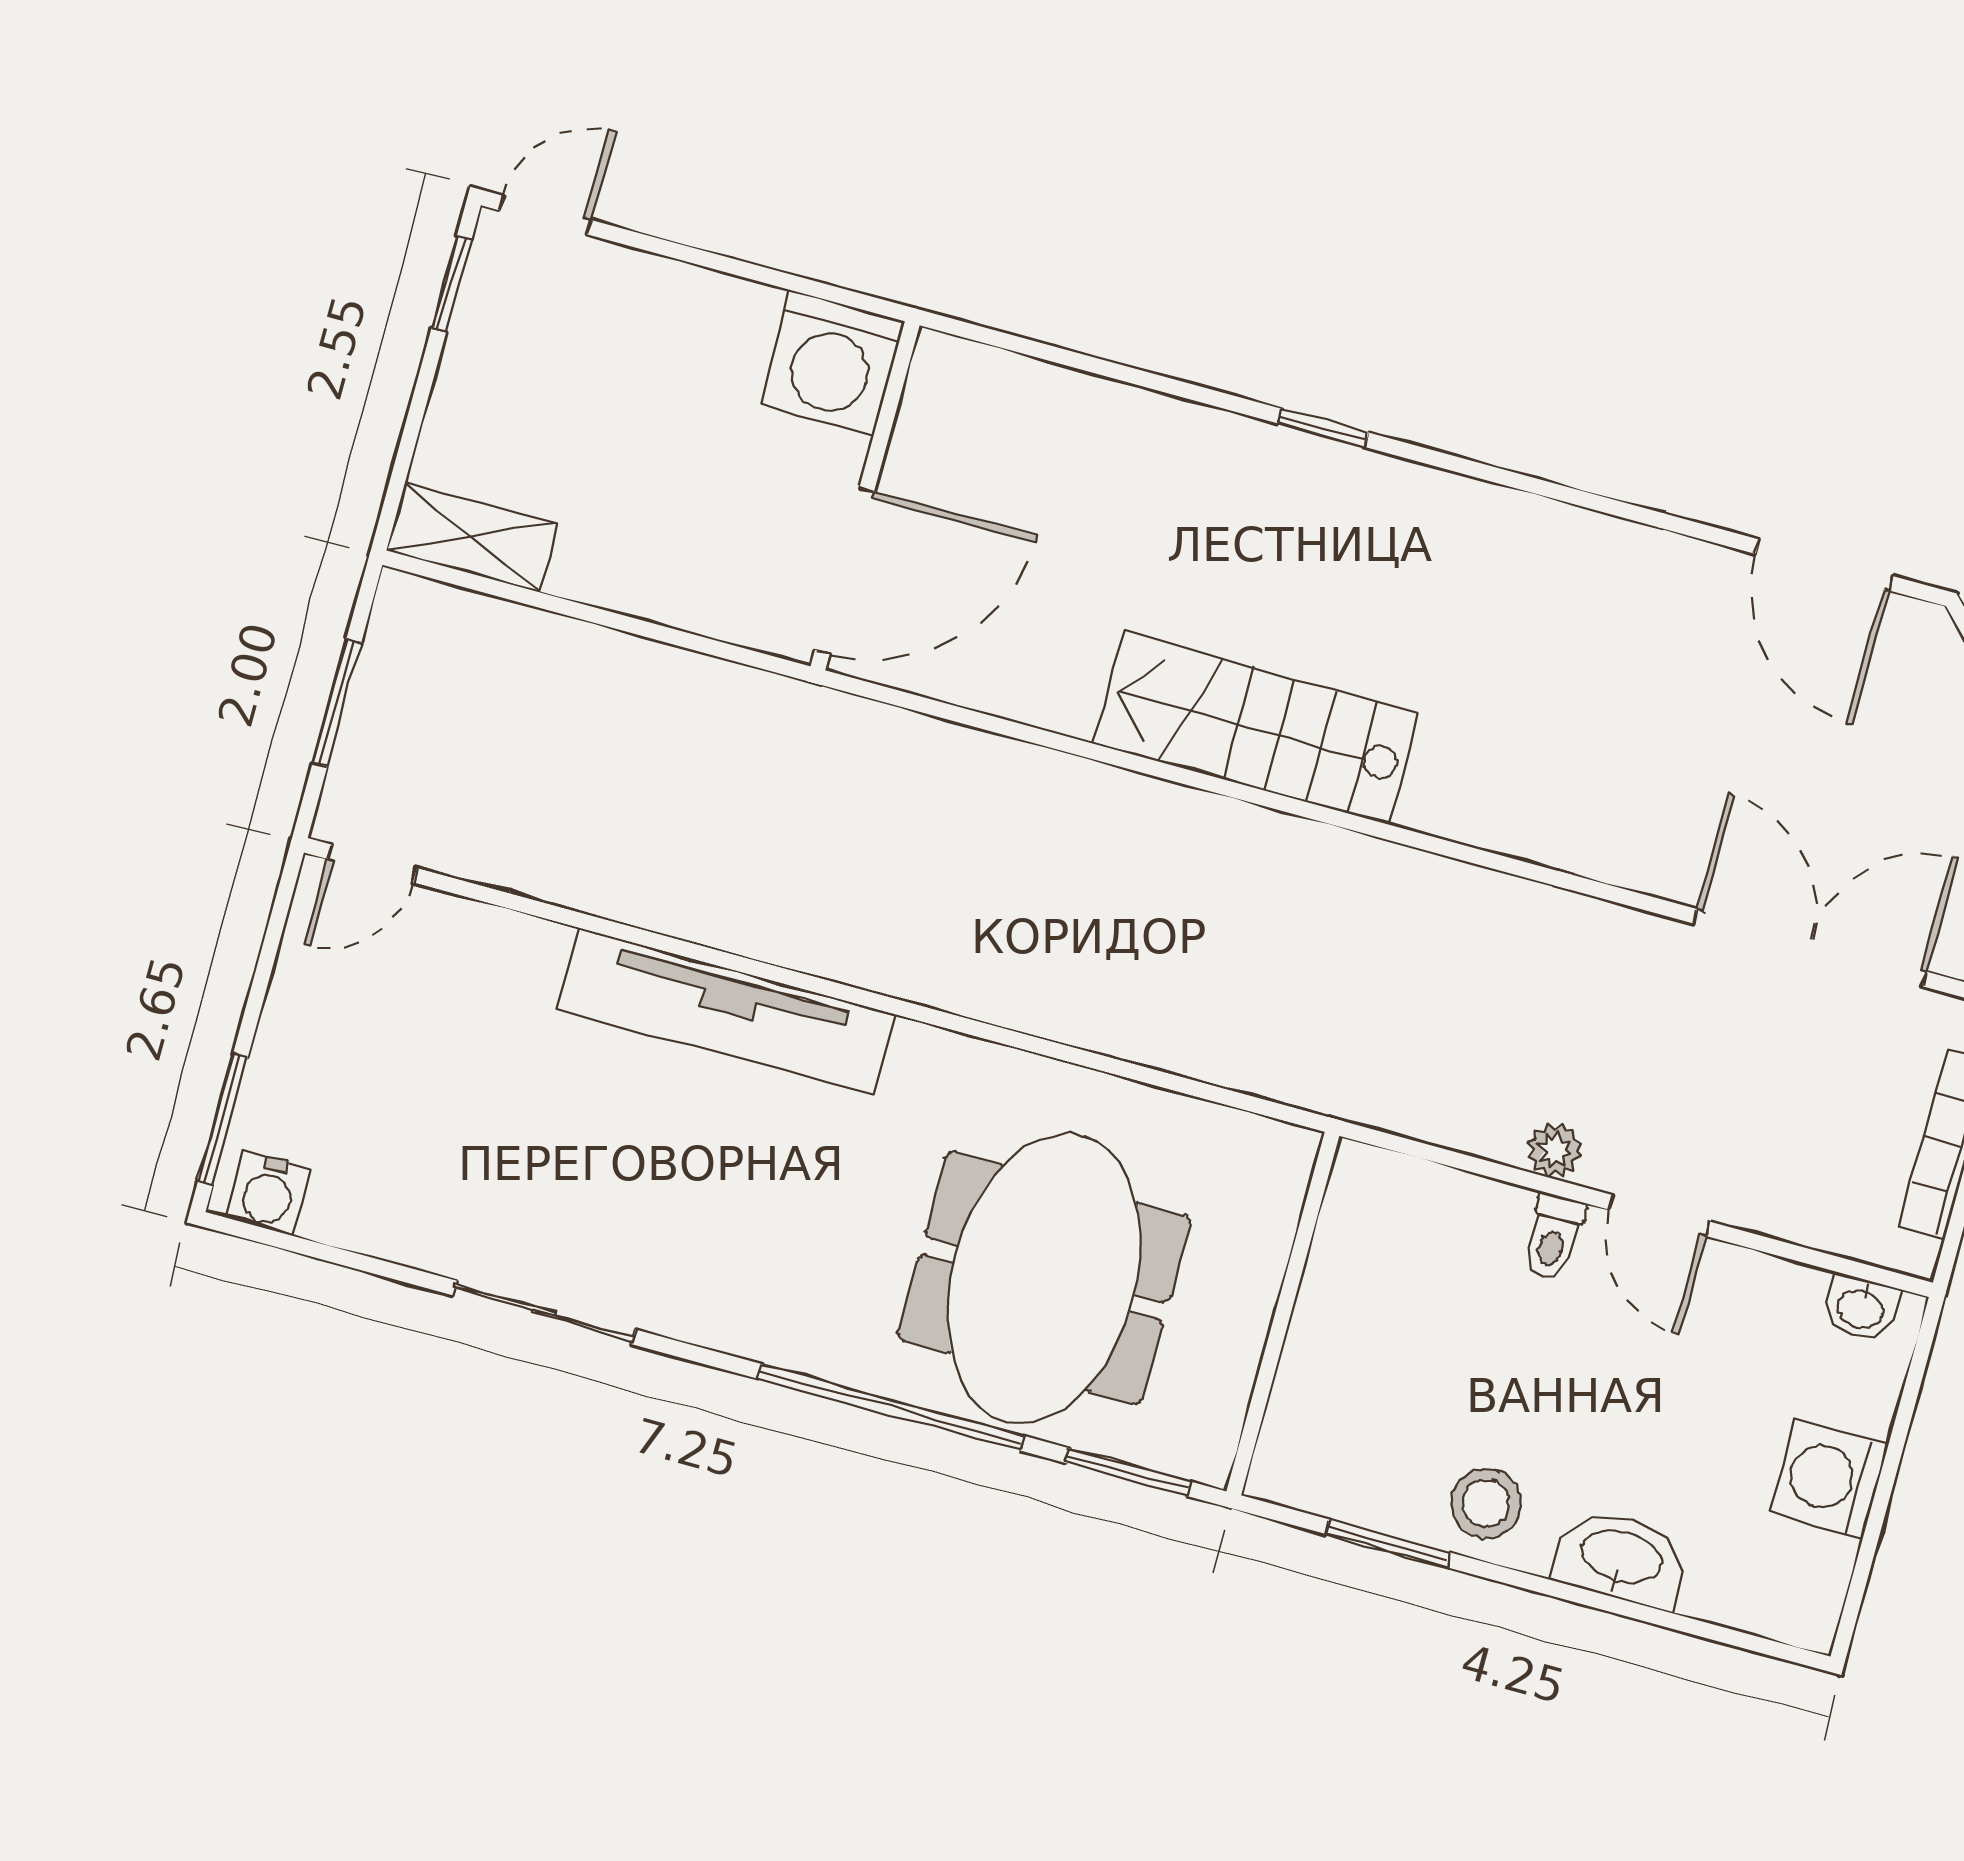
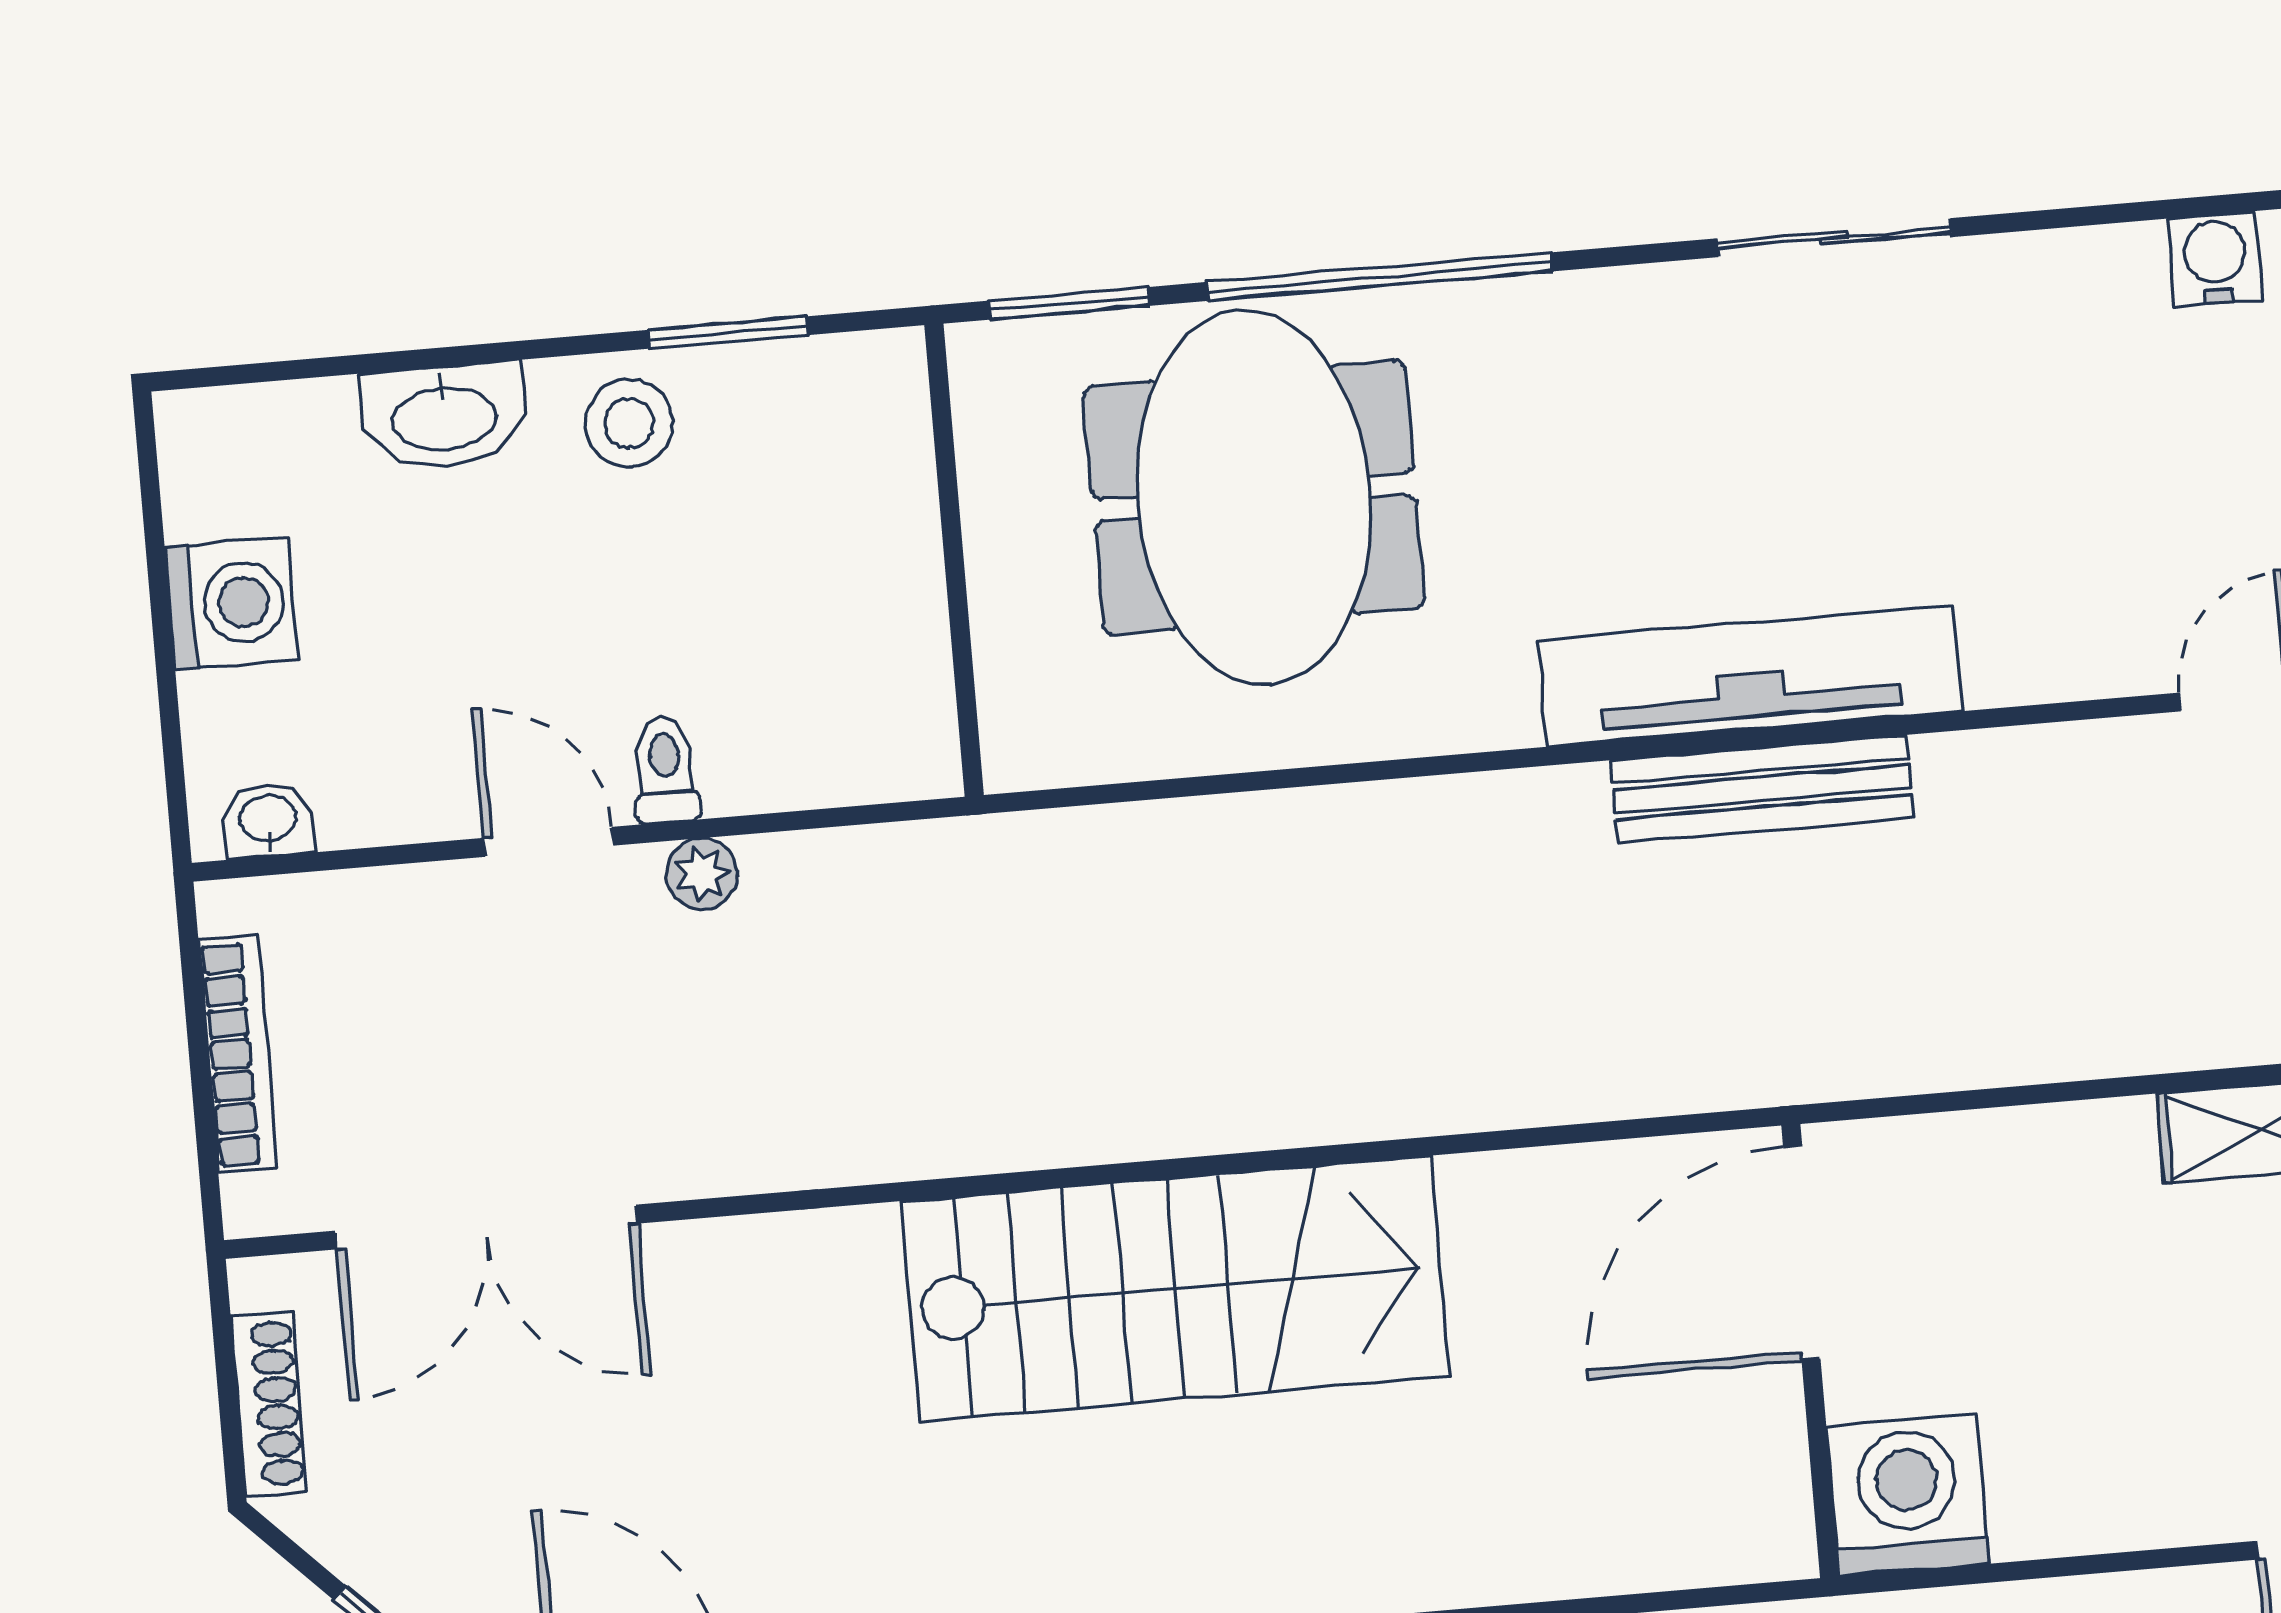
stairs: (1256, 728) -> (1175, 1289), width x1.36, depth x1.51
bench: (748, 925) -> (1762, 789), added

